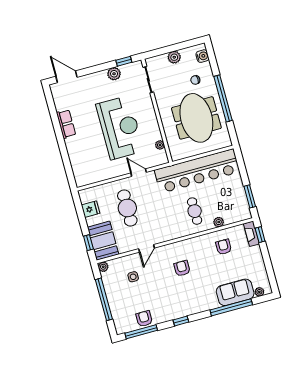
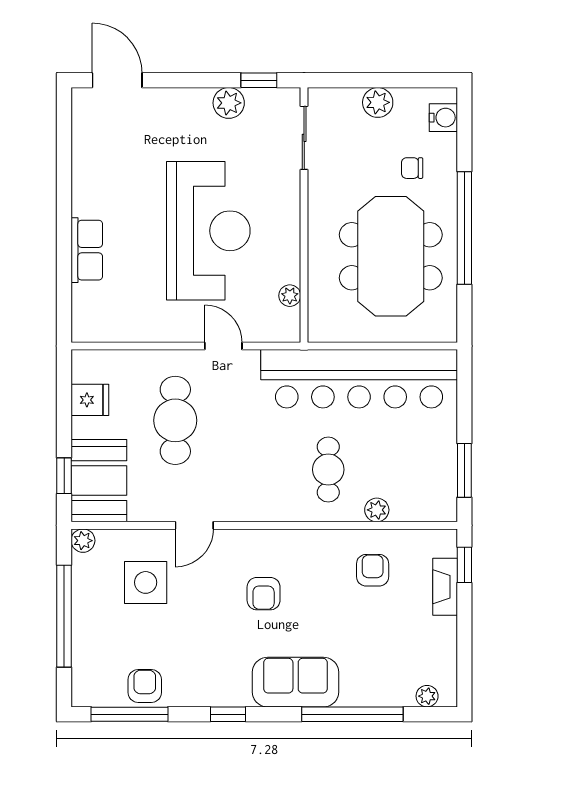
row of seats: (66, 124) -> (87, 250), moved
fireplace: (251, 234) -> (445, 587), moved
armchair: (182, 268) -> (264, 594), turned 180
side table: (133, 277) -> (146, 582), width x1.87, depth x1.87
sofa: (235, 292) -> (296, 682), moved

